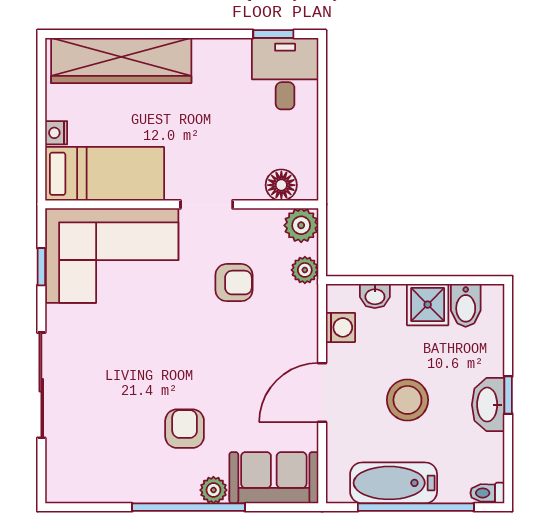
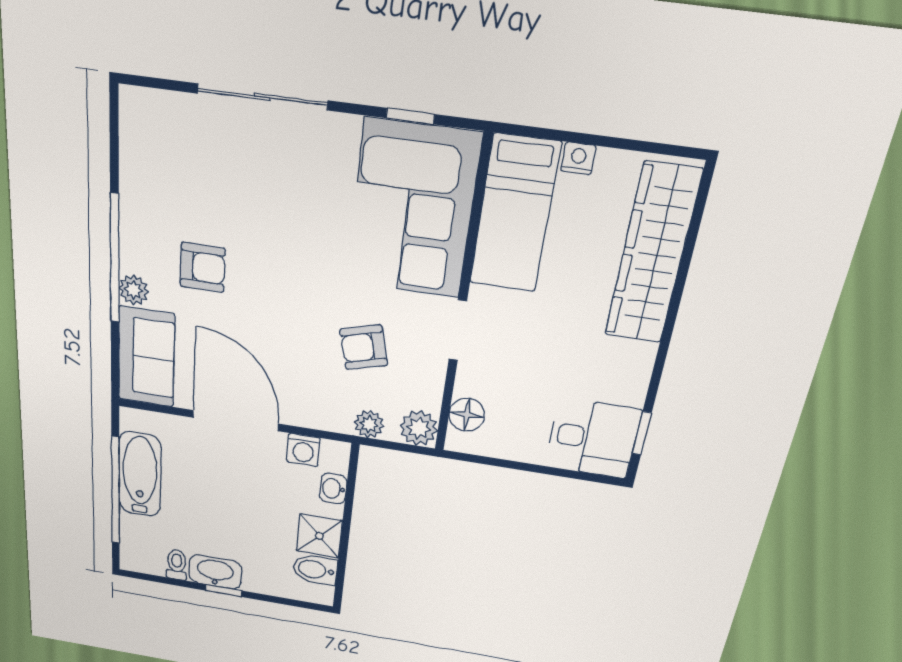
armchair: (234, 283) -> (364, 347), turned 75
door: (322, 393) -> (235, 421), width x1.36
stool: (407, 400) -> (223, 501), removed
toilet: (487, 493) -> (177, 565), moved

